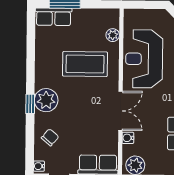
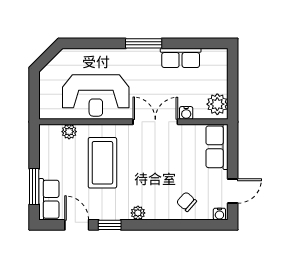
door: (31, 41) -> (77, 225), added
plant: (46, 100) -> (138, 213), width x0.53, depth x0.53
window: (30, 104) -> (110, 225), moved

